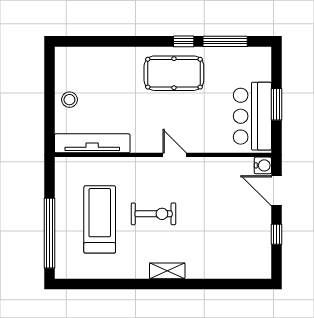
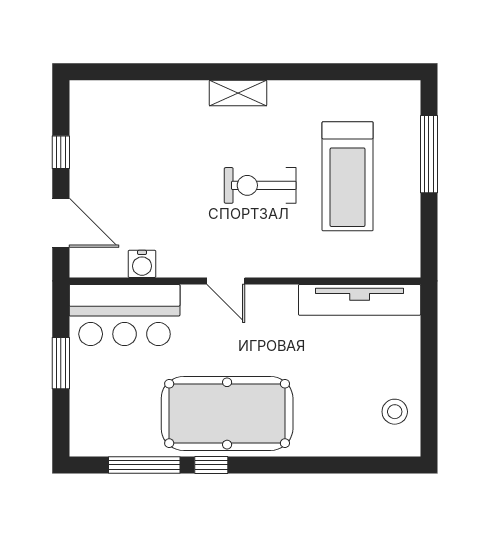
pool table: (174, 73) -> (227, 413), width x1.36, depth x1.32
stool: (69, 100) -> (395, 412), moved
bar counter: (252, 116) -> (125, 315), moved, turned 90
water cooler: (263, 165) -> (142, 264), moved, turned -90
window: (49, 233) -> (429, 154), width x0.68

